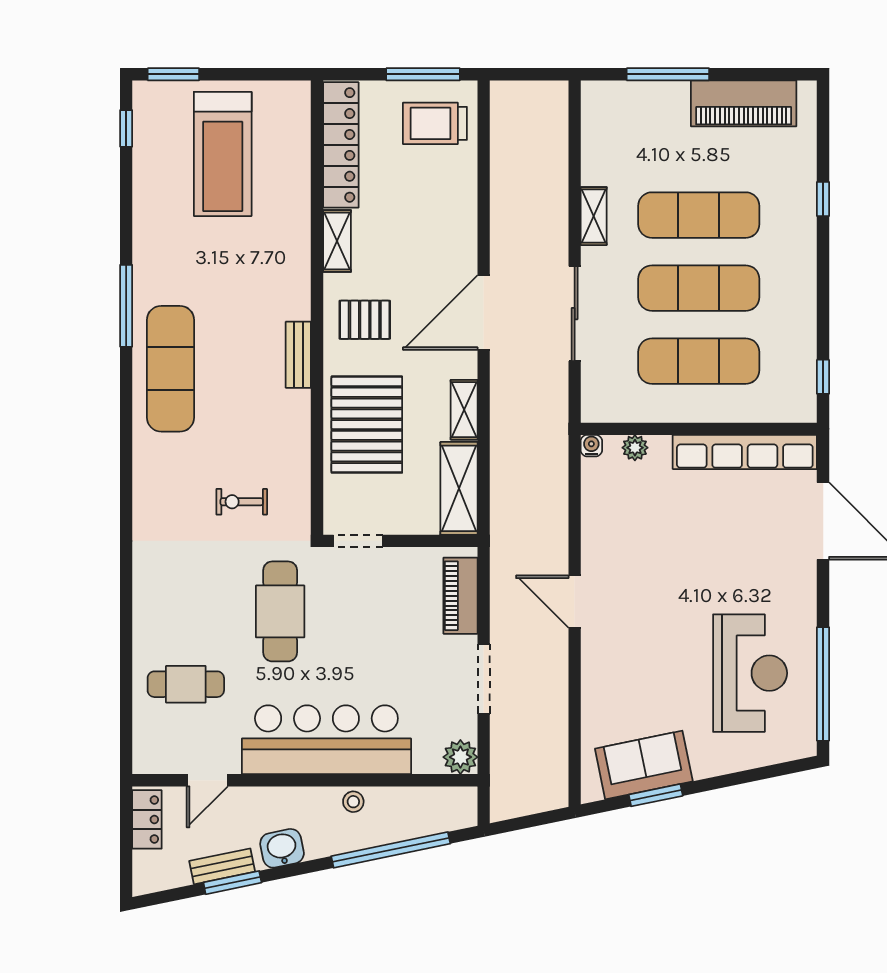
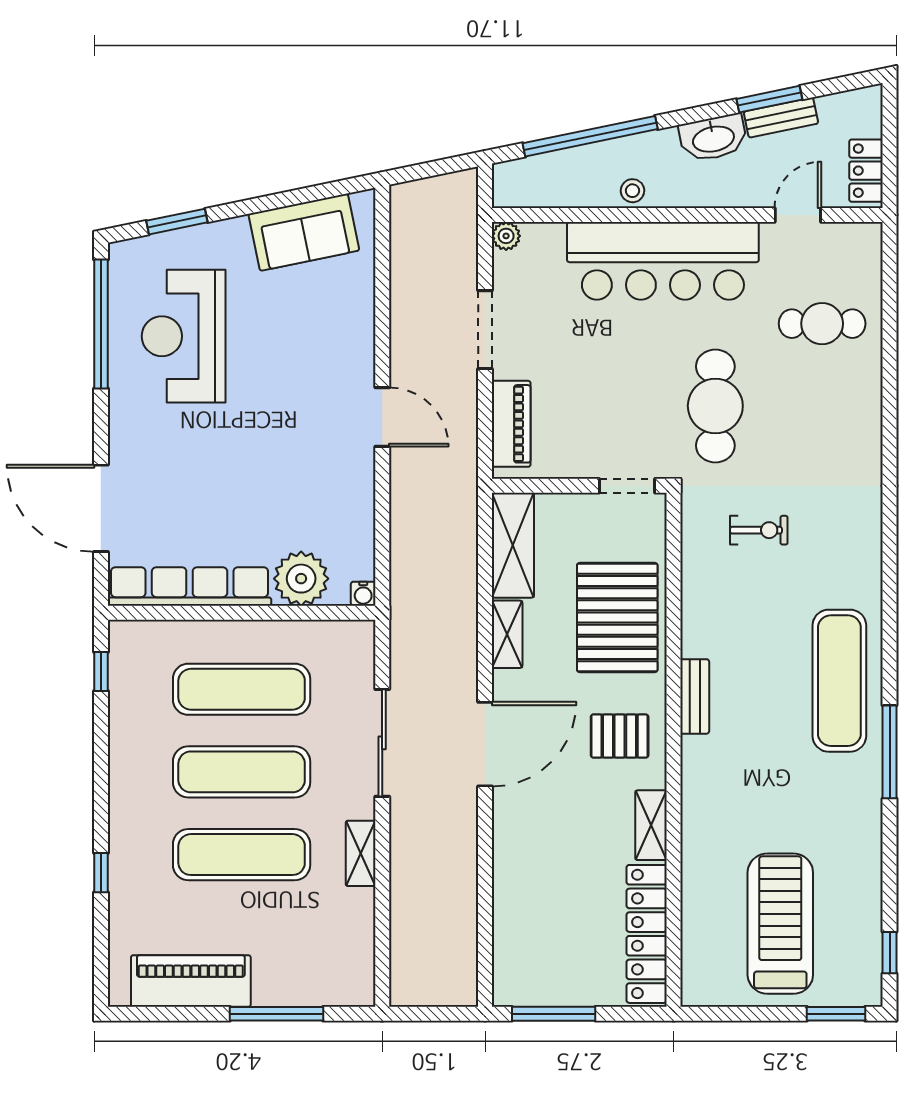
trolley: (435, 123) -> (540, 958), removed
plant: (635, 448) -> (301, 579), width x1.87, depth x1.87
plant: (460, 757) -> (506, 236), width x0.73, depth x0.73
window: (656, 795) -> (177, 222), moved
washbasin: (282, 848) -> (713, 138), width x1.38

